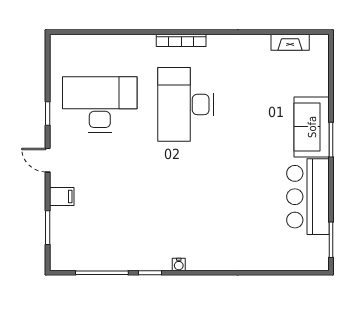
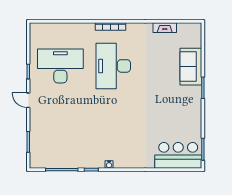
fireplace: (290, 42) -> (165, 28), moved
sofa: (312, 127) -> (191, 67), moved
filing cabinet: (62, 196) -> (37, 123), removed
bar counter: (308, 197) -> (178, 155), moved, turned 90

